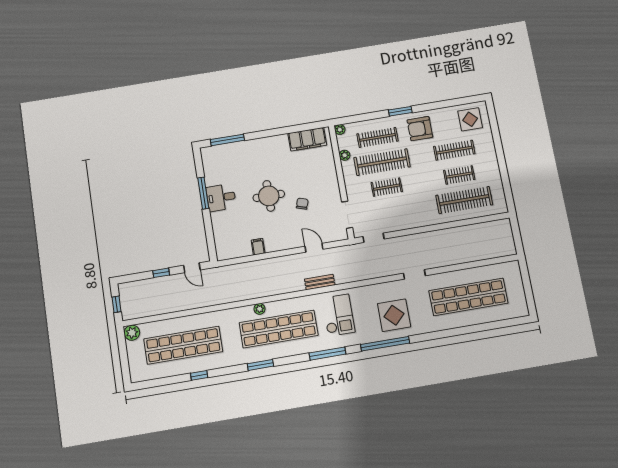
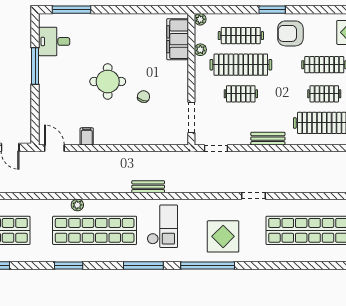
filing cabinet: (307, 139) -> (178, 39), moved, turned 90
desk: (221, 197) -> (54, 41), moved
bench: (418, 222) -> (268, 139), added
door: (314, 248) -> (54, 148), moved

